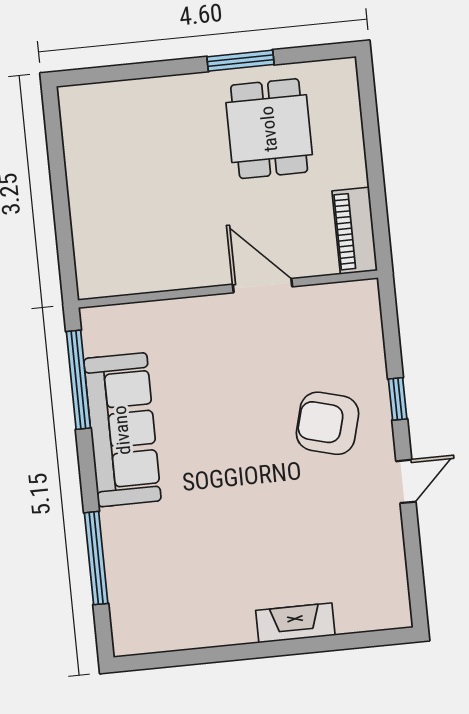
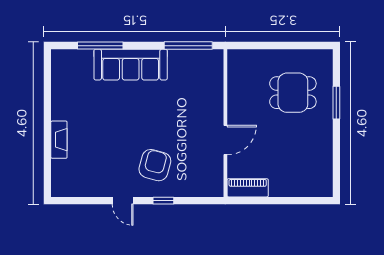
window: (241, 61) -> (336, 103), moved
dining table: (269, 129) -> (293, 93), moved
sofa: (122, 430) -> (131, 65), moved

